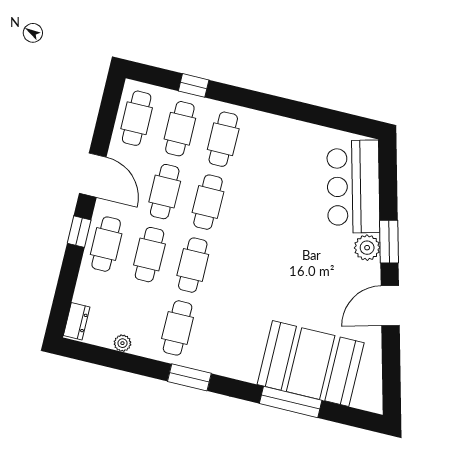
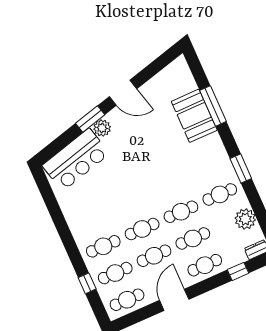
window: (79, 232) -> (238, 271), moved
plant: (122, 343) -> (245, 219), width x1.88, depth x1.88
booth: (311, 364) -> (194, 116), width x0.73, depth x0.70

